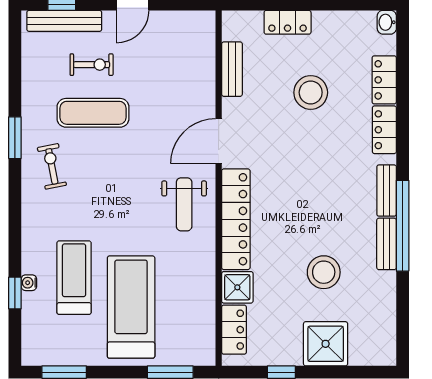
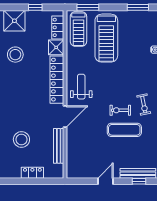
exercise bike: (92, 65) -> (120, 110), moved
bench: (232, 69) -> (59, 146), width x1.36
treadmill: (74, 278) -> (78, 29), moved

